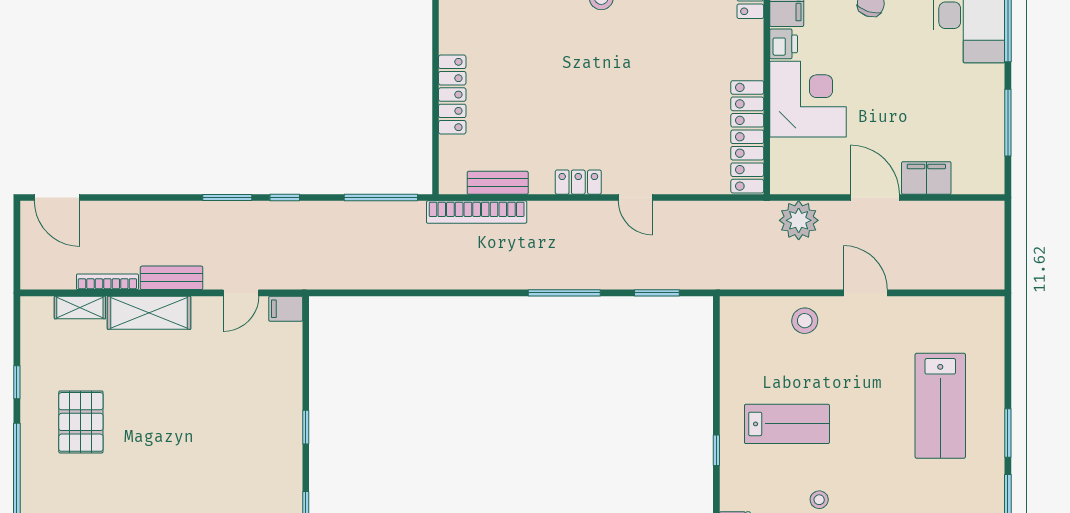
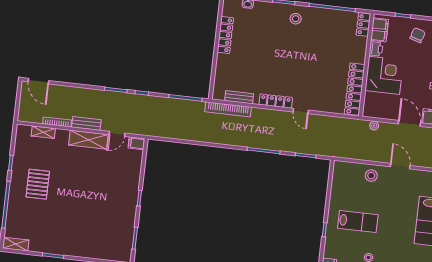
locker: (452, 95) -> (225, 35), moved
locker: (578, 182) -> (276, 101), width x1.53
plant: (799, 220) -> (374, 126), width x0.53, depth x0.53
shelving: (149, 313) -> (88, 140), moved

